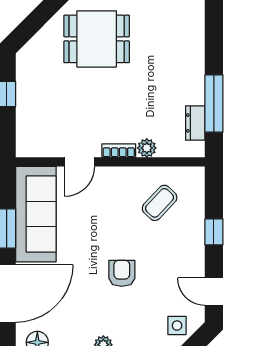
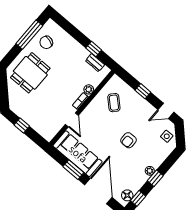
chair: (163, 24) -> (46, 42), added
window: (214, 103) -> (94, 49), width x0.46
armchair: (122, 273) -> (129, 140), turned -90

